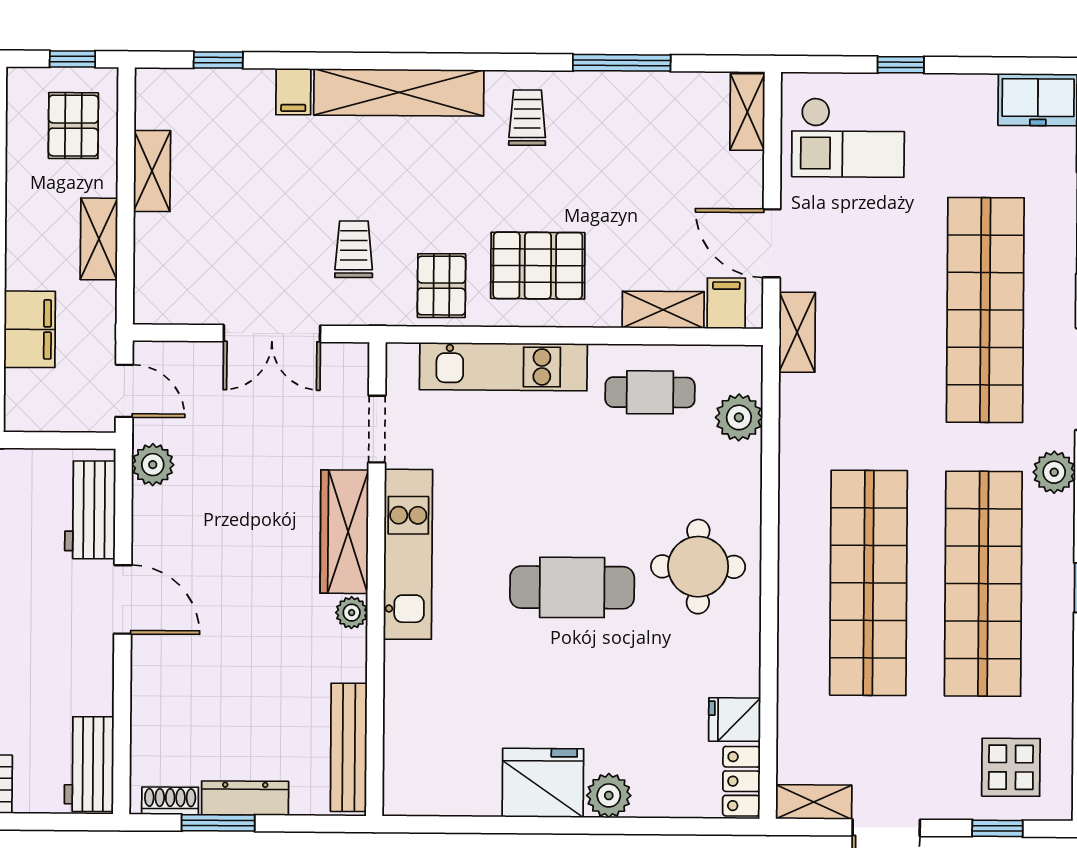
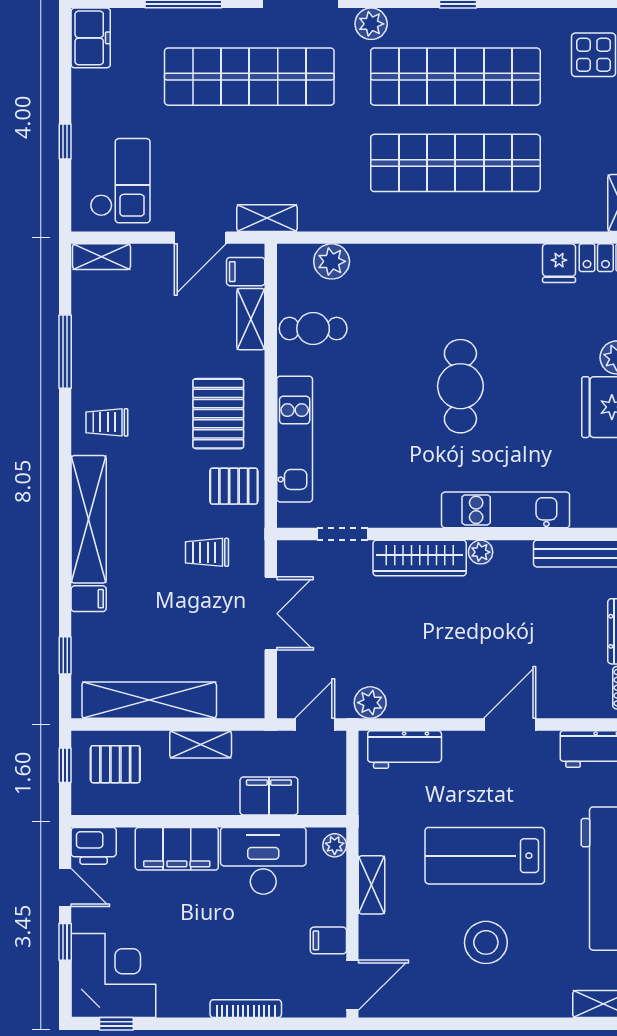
shelving: (152, 171) -> (149, 700), width x2.20, depth x1.33
cafe table: (650, 392) -> (313, 329), turned 90
kitchen unit: (408, 554) -> (506, 510), moved
round table: (698, 567) -> (444, 291), removed
door: (123, 599) -> (510, 724), moved

